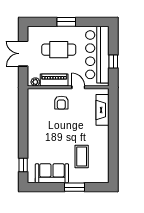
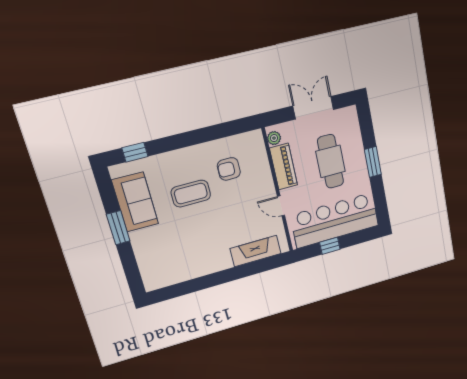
door: (78, 87) -> (281, 206), swing flipped
armchair: (61, 103) -> (229, 169), moved
coffee table: (82, 157) -> (191, 194), moved
window: (75, 187) -> (118, 228), moved

